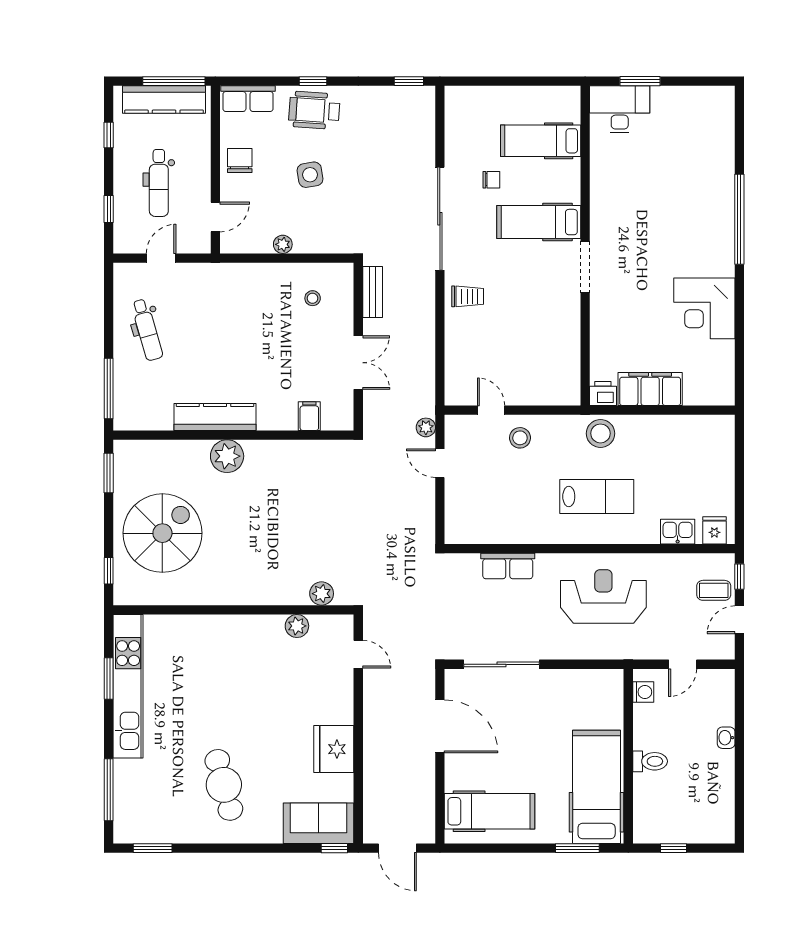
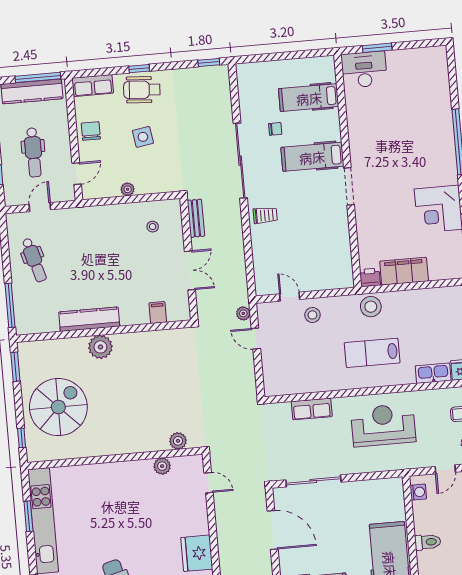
lab bench: (597, 497) -> (372, 353), turned 180
kitchen sink: (678, 532) -> (433, 373), width x1.38

